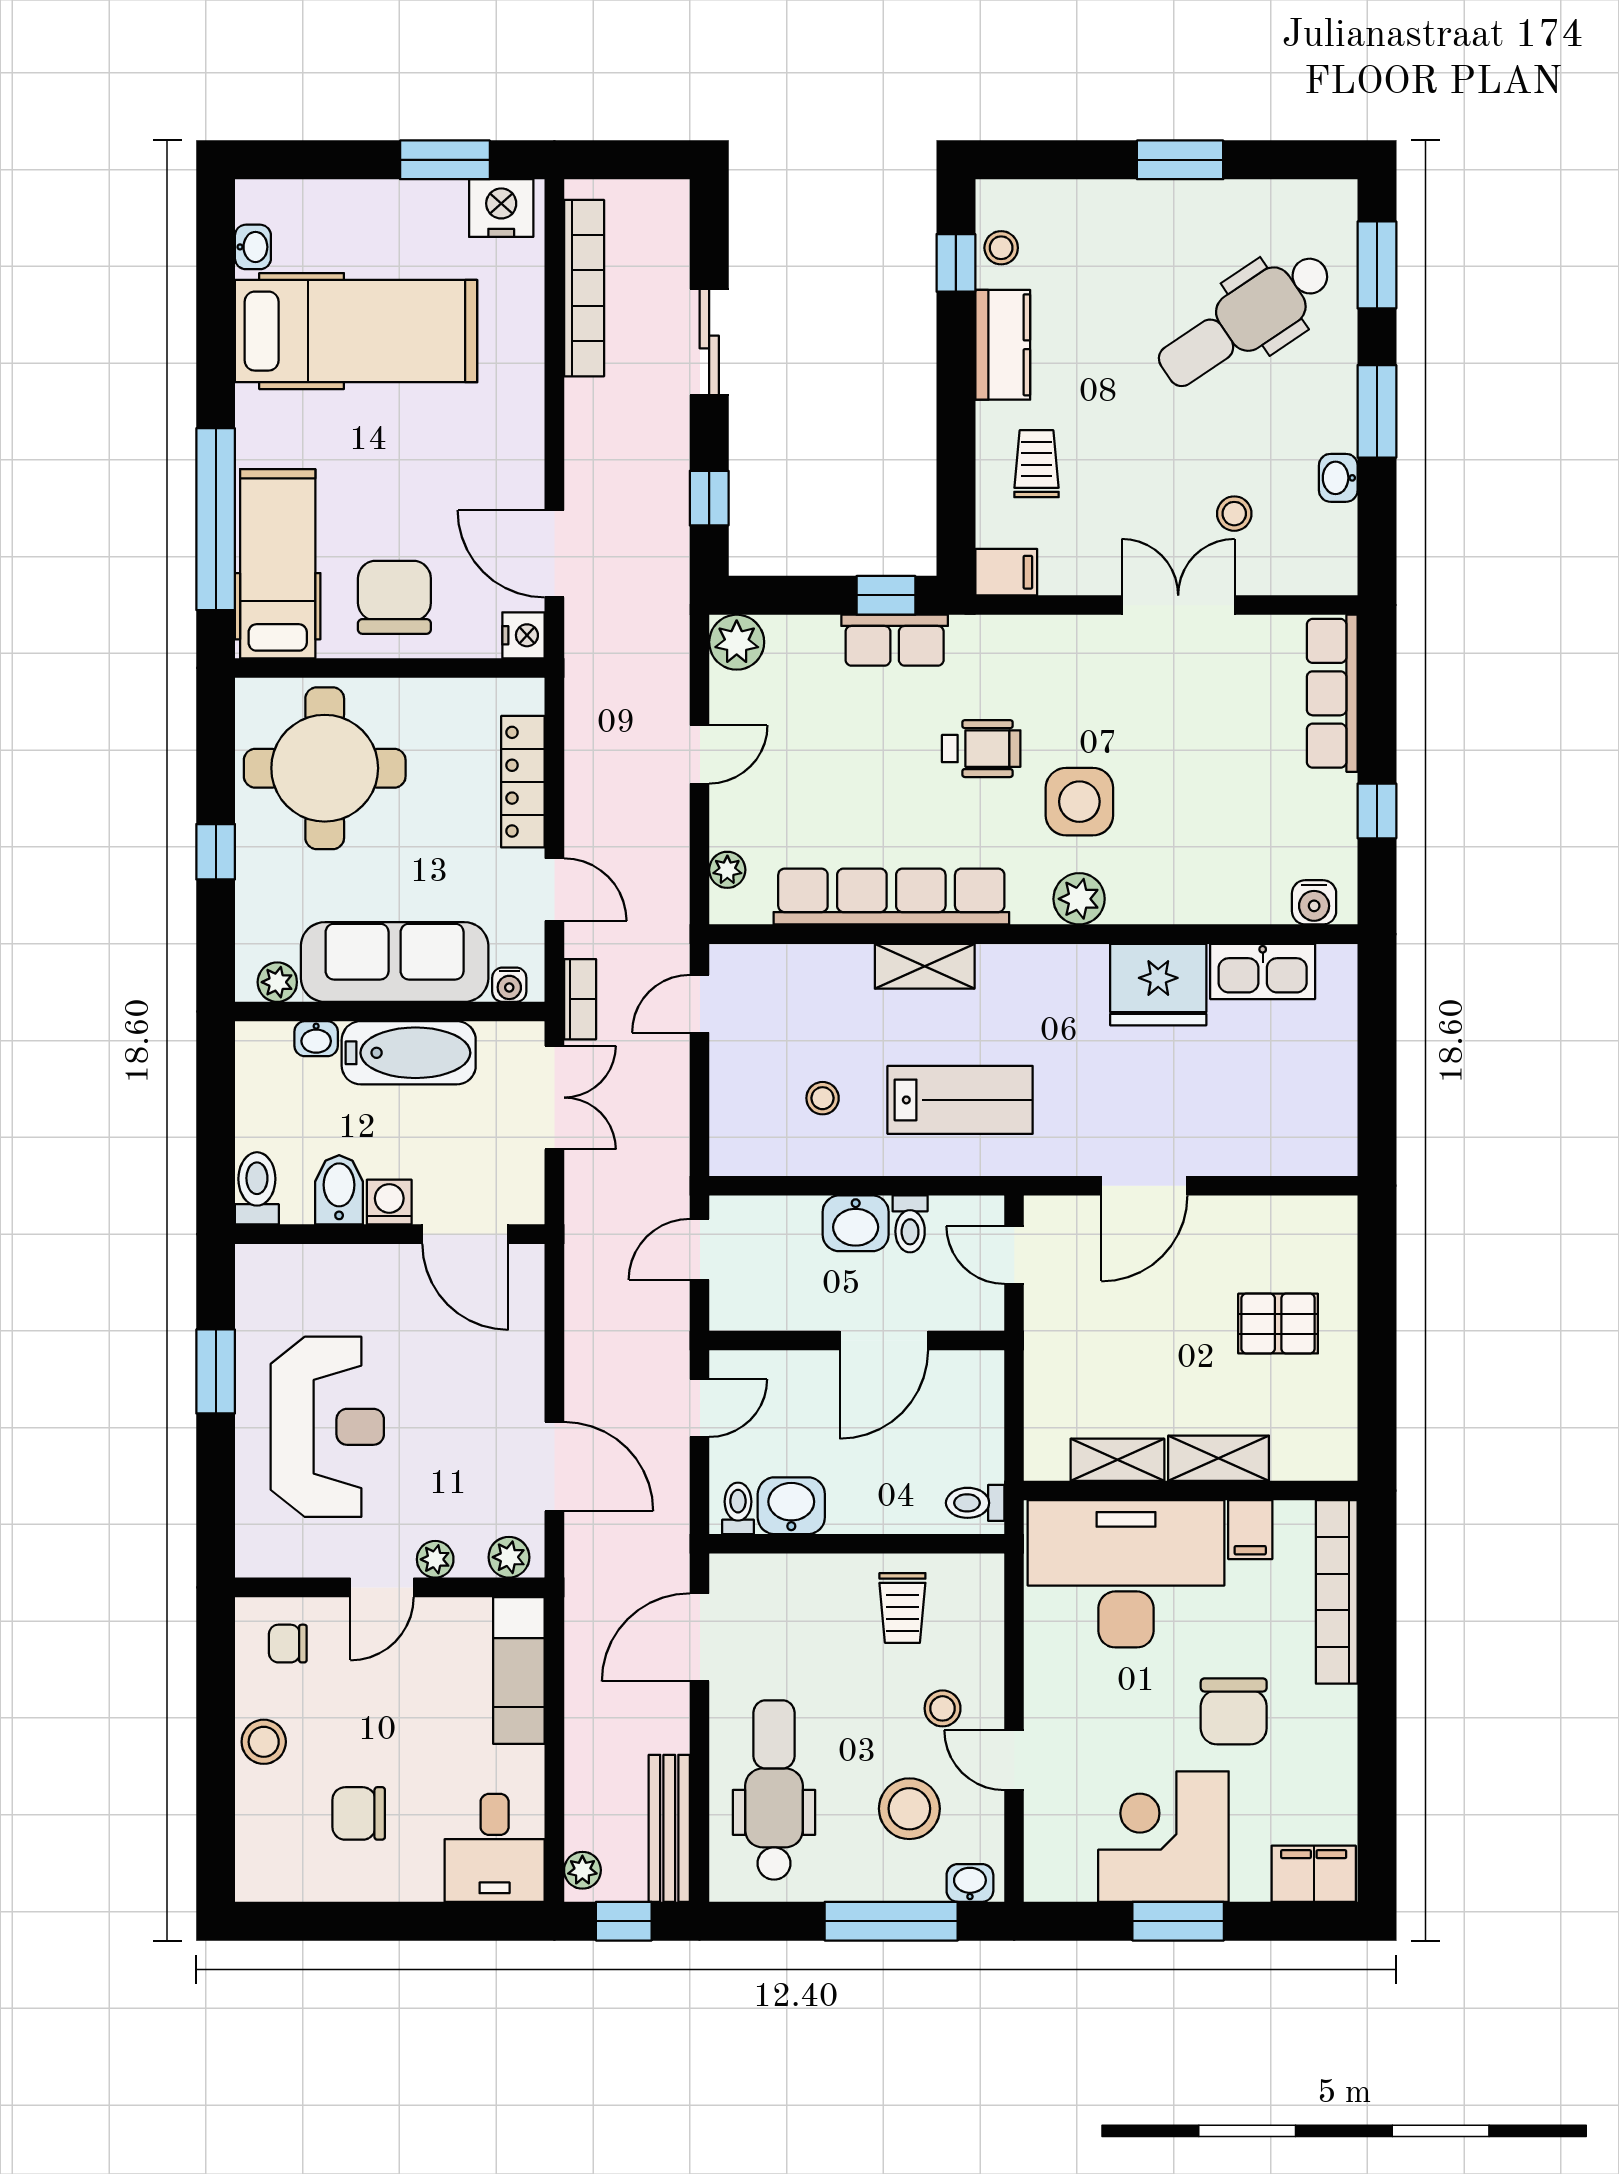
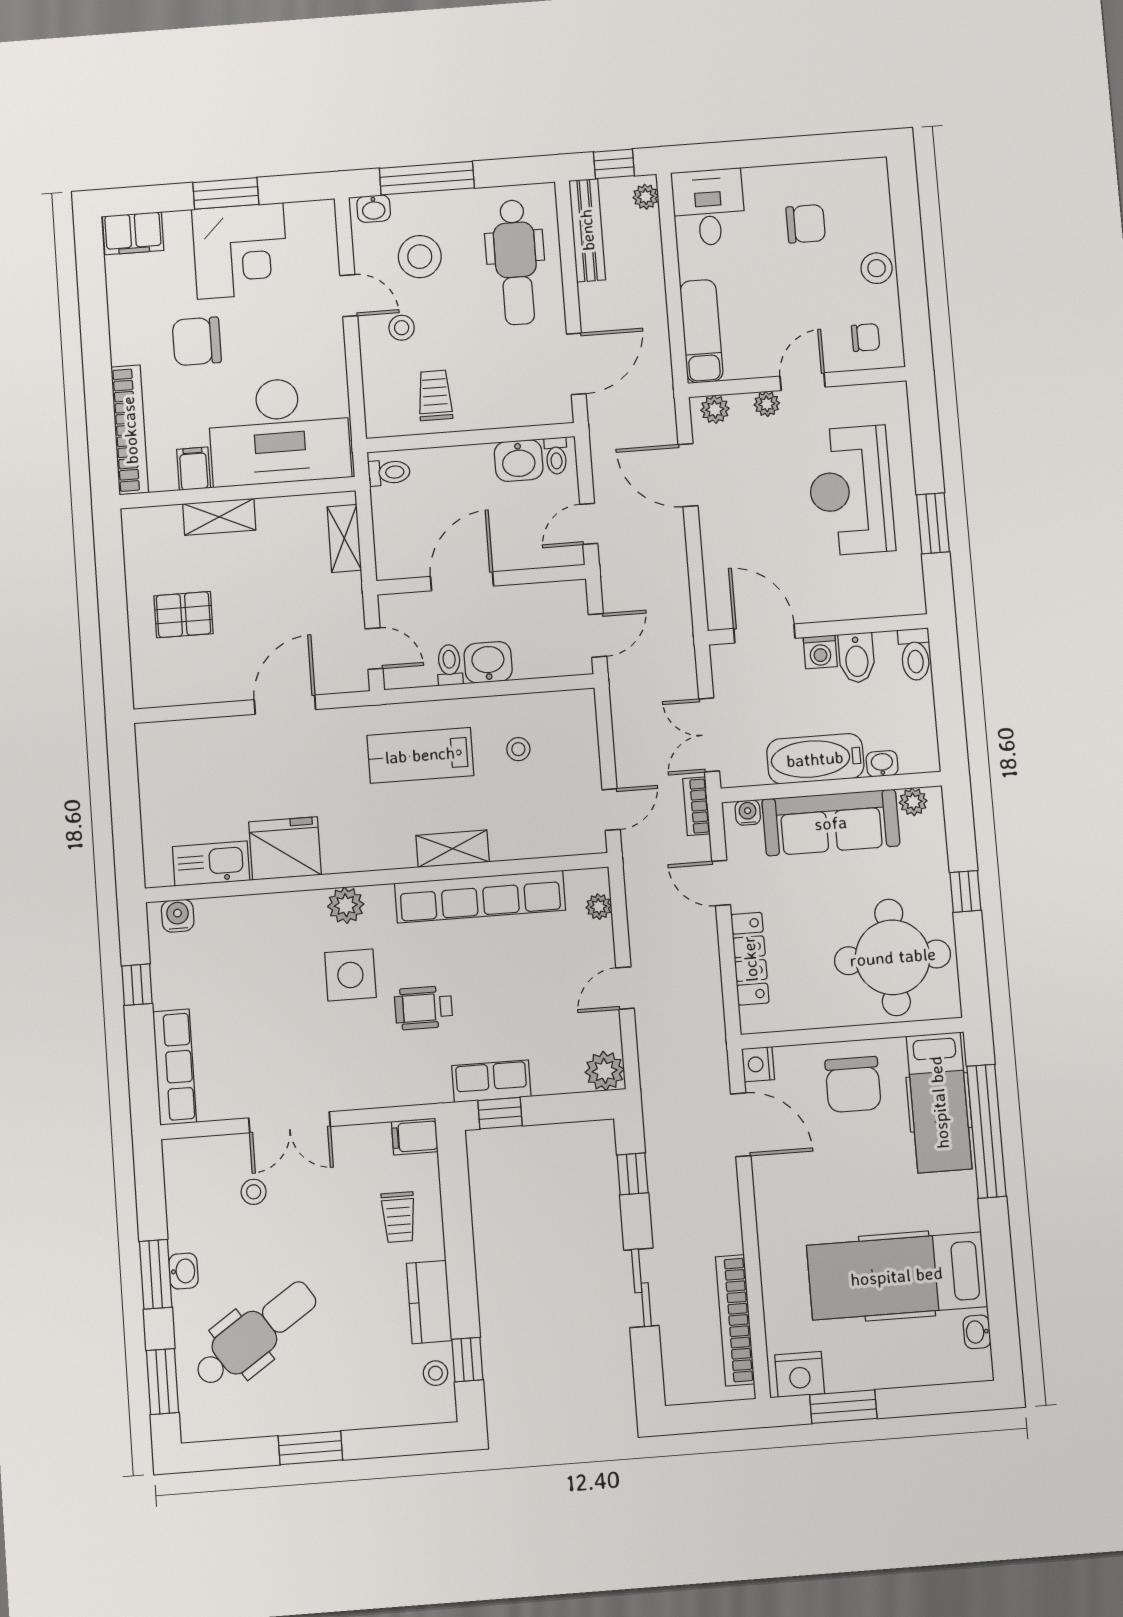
washbasin: (1338, 478) -> (183, 1271), moved
shelving: (1117, 1460) -> (344, 538), moved, turned 90
chair: (1234, 1711) -> (197, 341), turned -90

